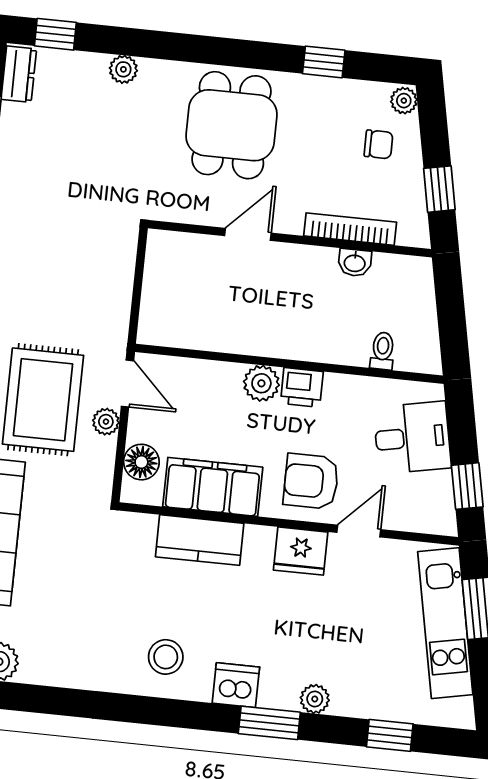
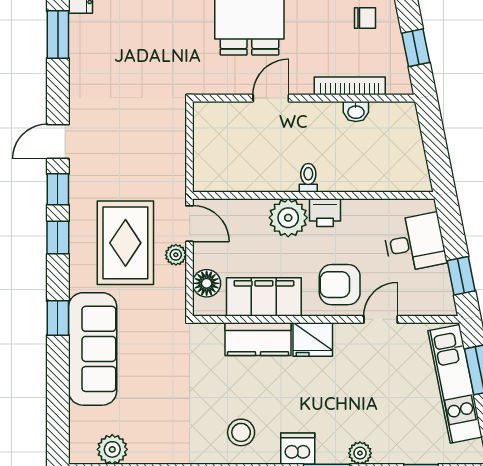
toilet: (383, 351) -> (308, 178), moved
plant: (261, 383) -> (288, 218), width x1.36, depth x1.36
fridge: (301, 551) -> (313, 340), moved

